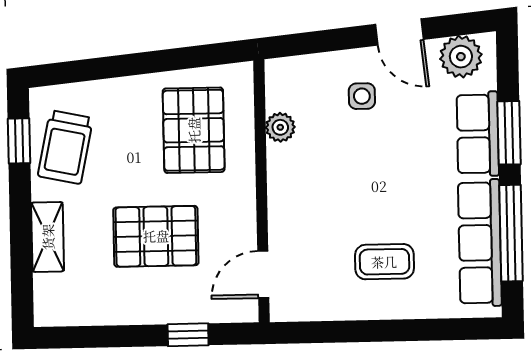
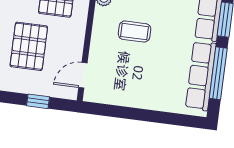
pallet: (156, 236) -> (29, 46), turned 90
coffee table: (384, 262) -> (135, 32), moved

